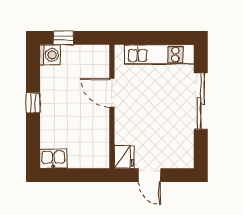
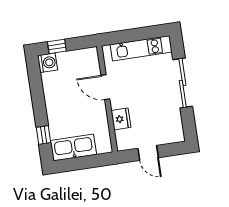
window: (33, 103) -> (44, 135), moved
fridge: (124, 157) -> (121, 119), moved
kitchen sink: (53, 159) -> (73, 148), width x1.87, depth x1.24

